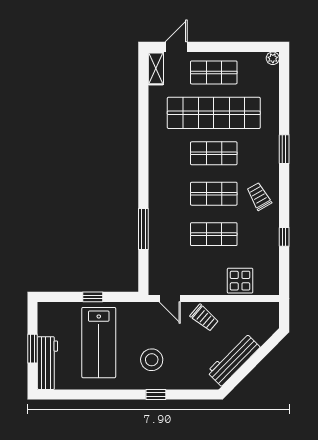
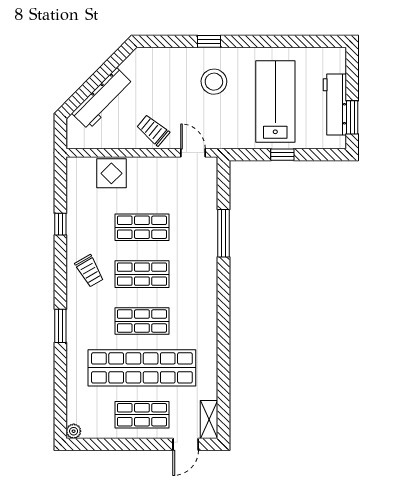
window: (33, 349) -> (352, 117), moved
workbench: (233, 360) -> (103, 99), moved
workbench: (47, 363) -> (335, 104), moved

